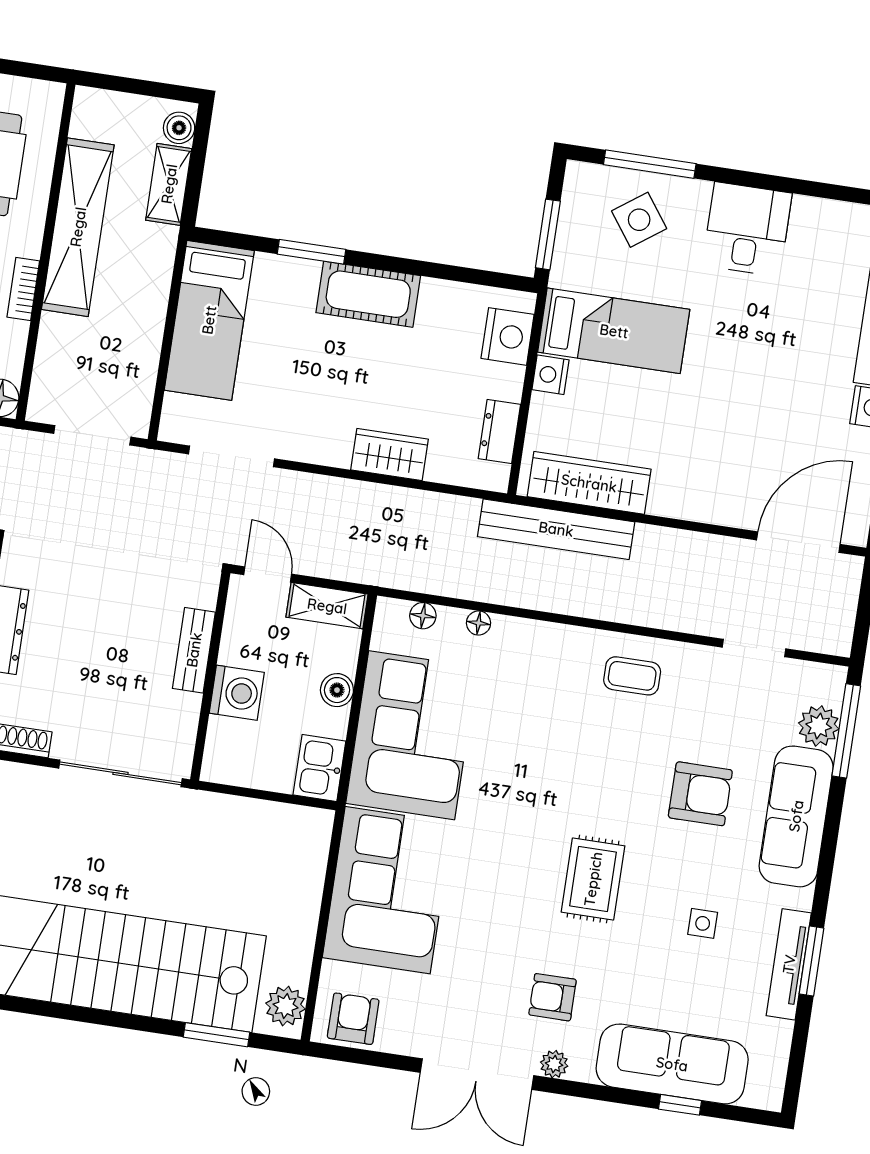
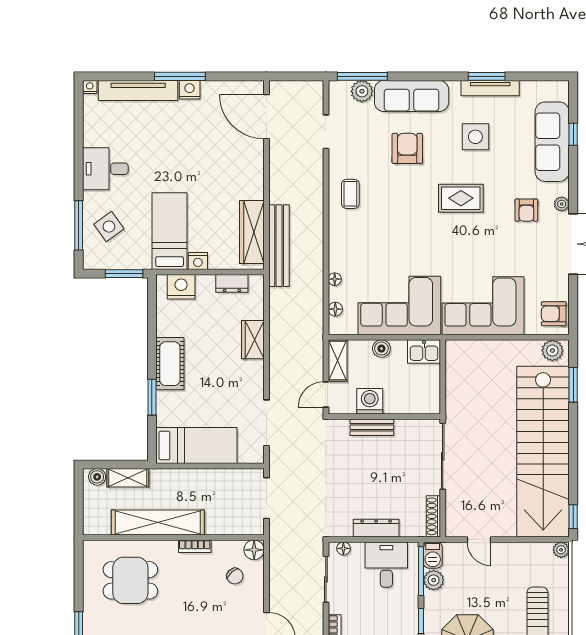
washing machine: (237, 693) -> (370, 401), moved
side table: (703, 923) -> (475, 137), width x1.87, depth x1.87

